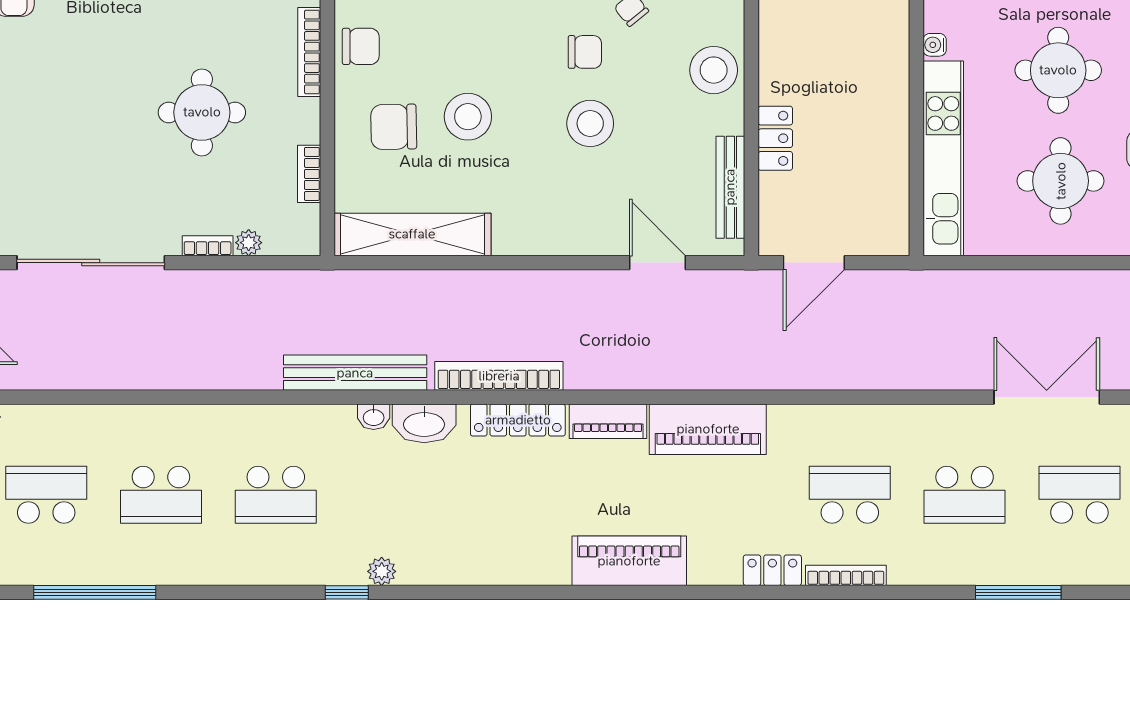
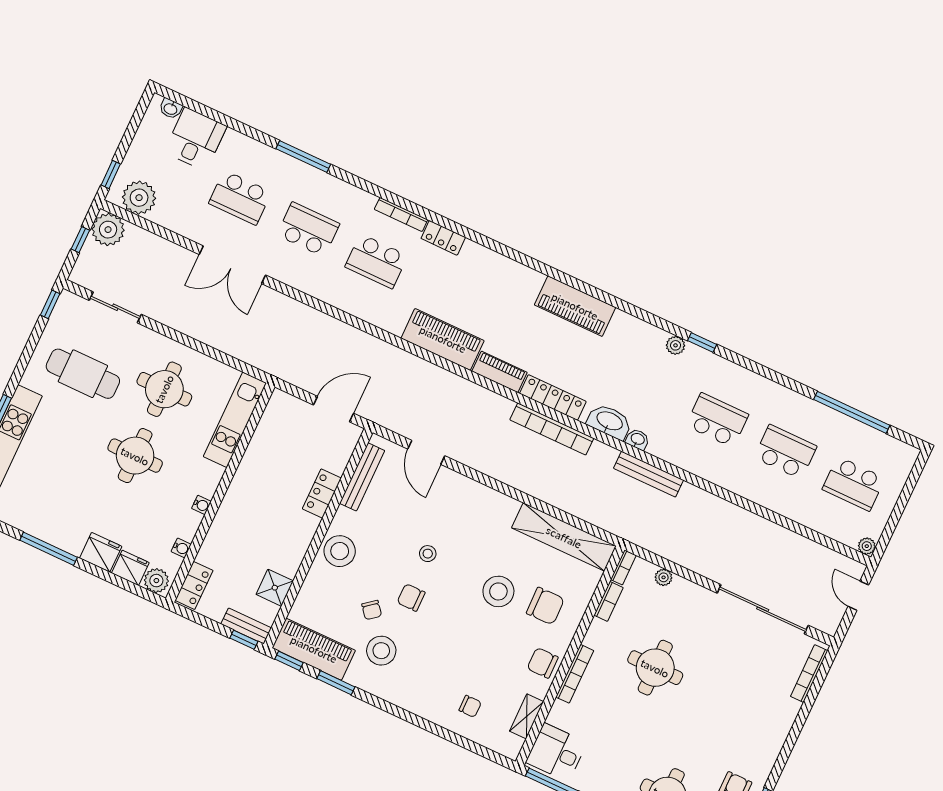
stool: (590, 123) -> (428, 554), width x0.53, depth x0.53
kitchen unit: (943, 158) -> (235, 420), width x0.73
bookcase: (208, 246) -> (623, 567), moved, turned -90
bench: (355, 373) -> (649, 474), width x0.73, depth x0.82
piano: (629, 561) -> (575, 306), moved

